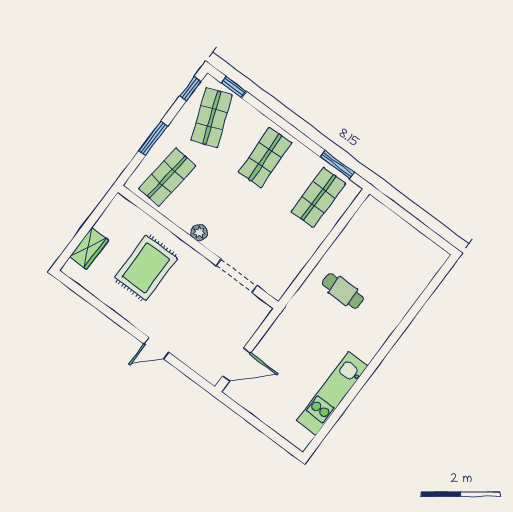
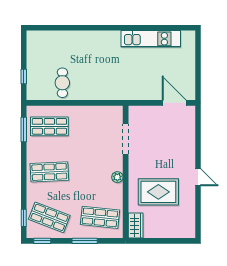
shop shelf: (212, 118) -> (49, 217), turned 42
window: (399, 211) -> (24, 77), added
wardrobe: (89, 248) -> (136, 226), moved, turned 90
cafe table: (343, 291) -> (62, 83), moved
door: (156, 348) -> (198, 177), moved

